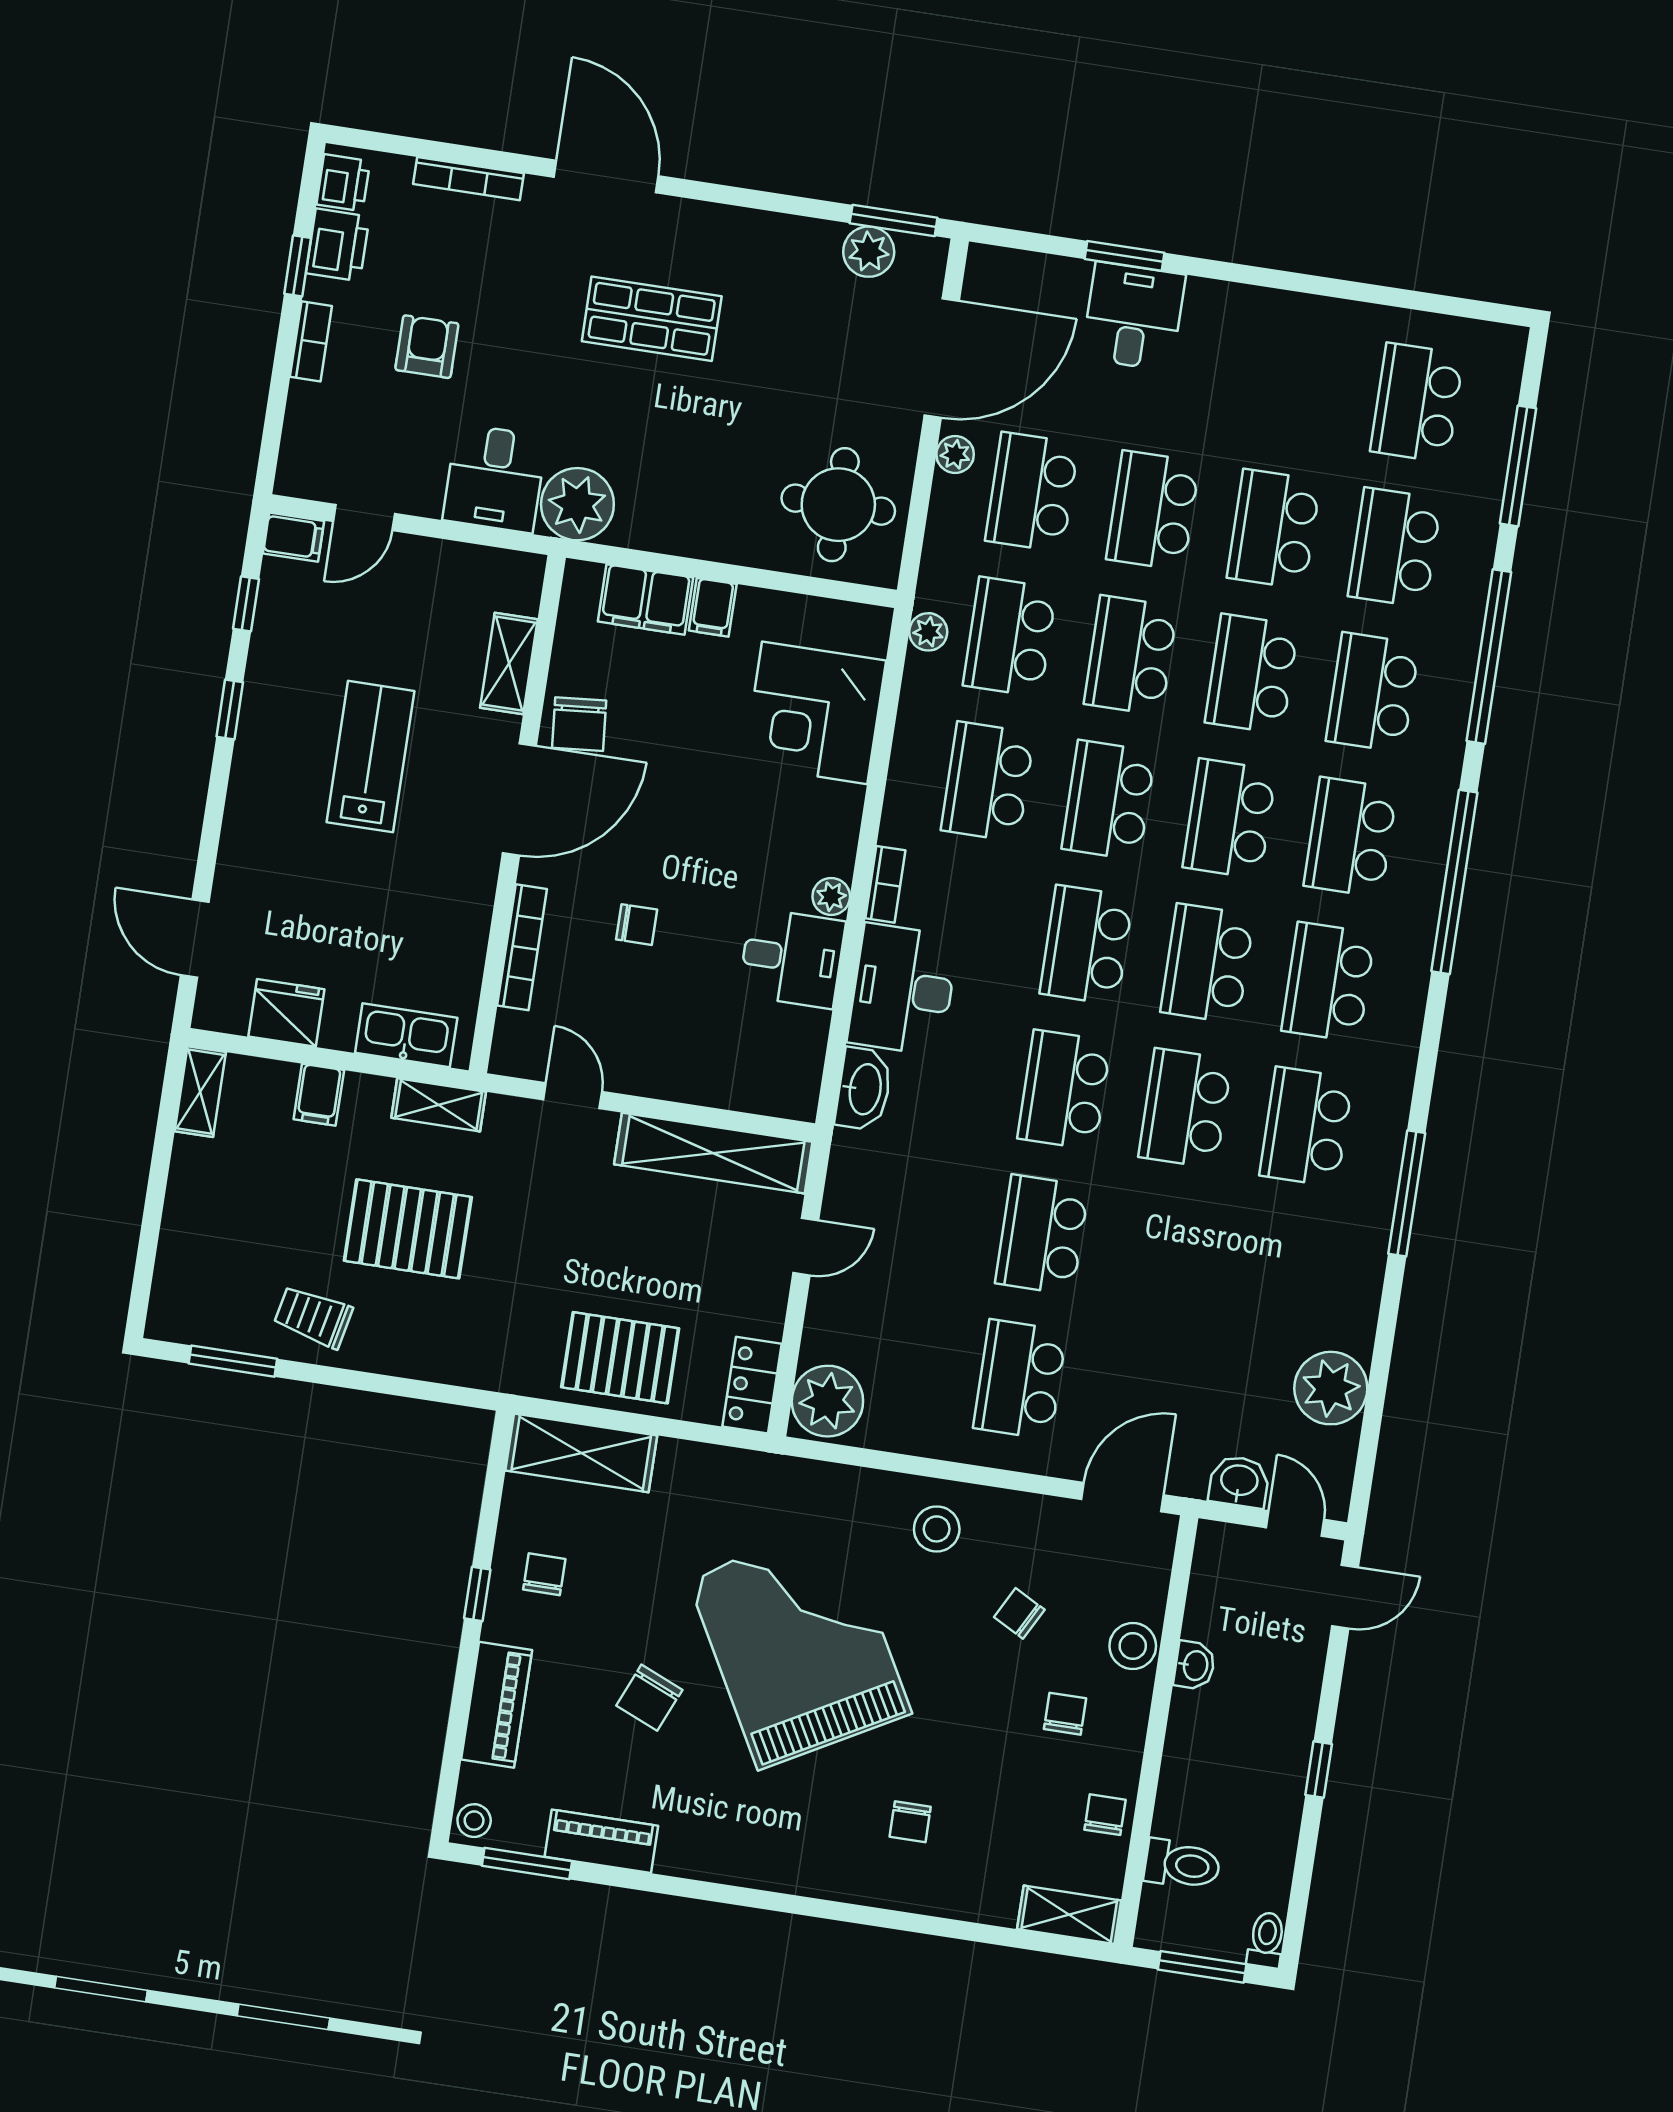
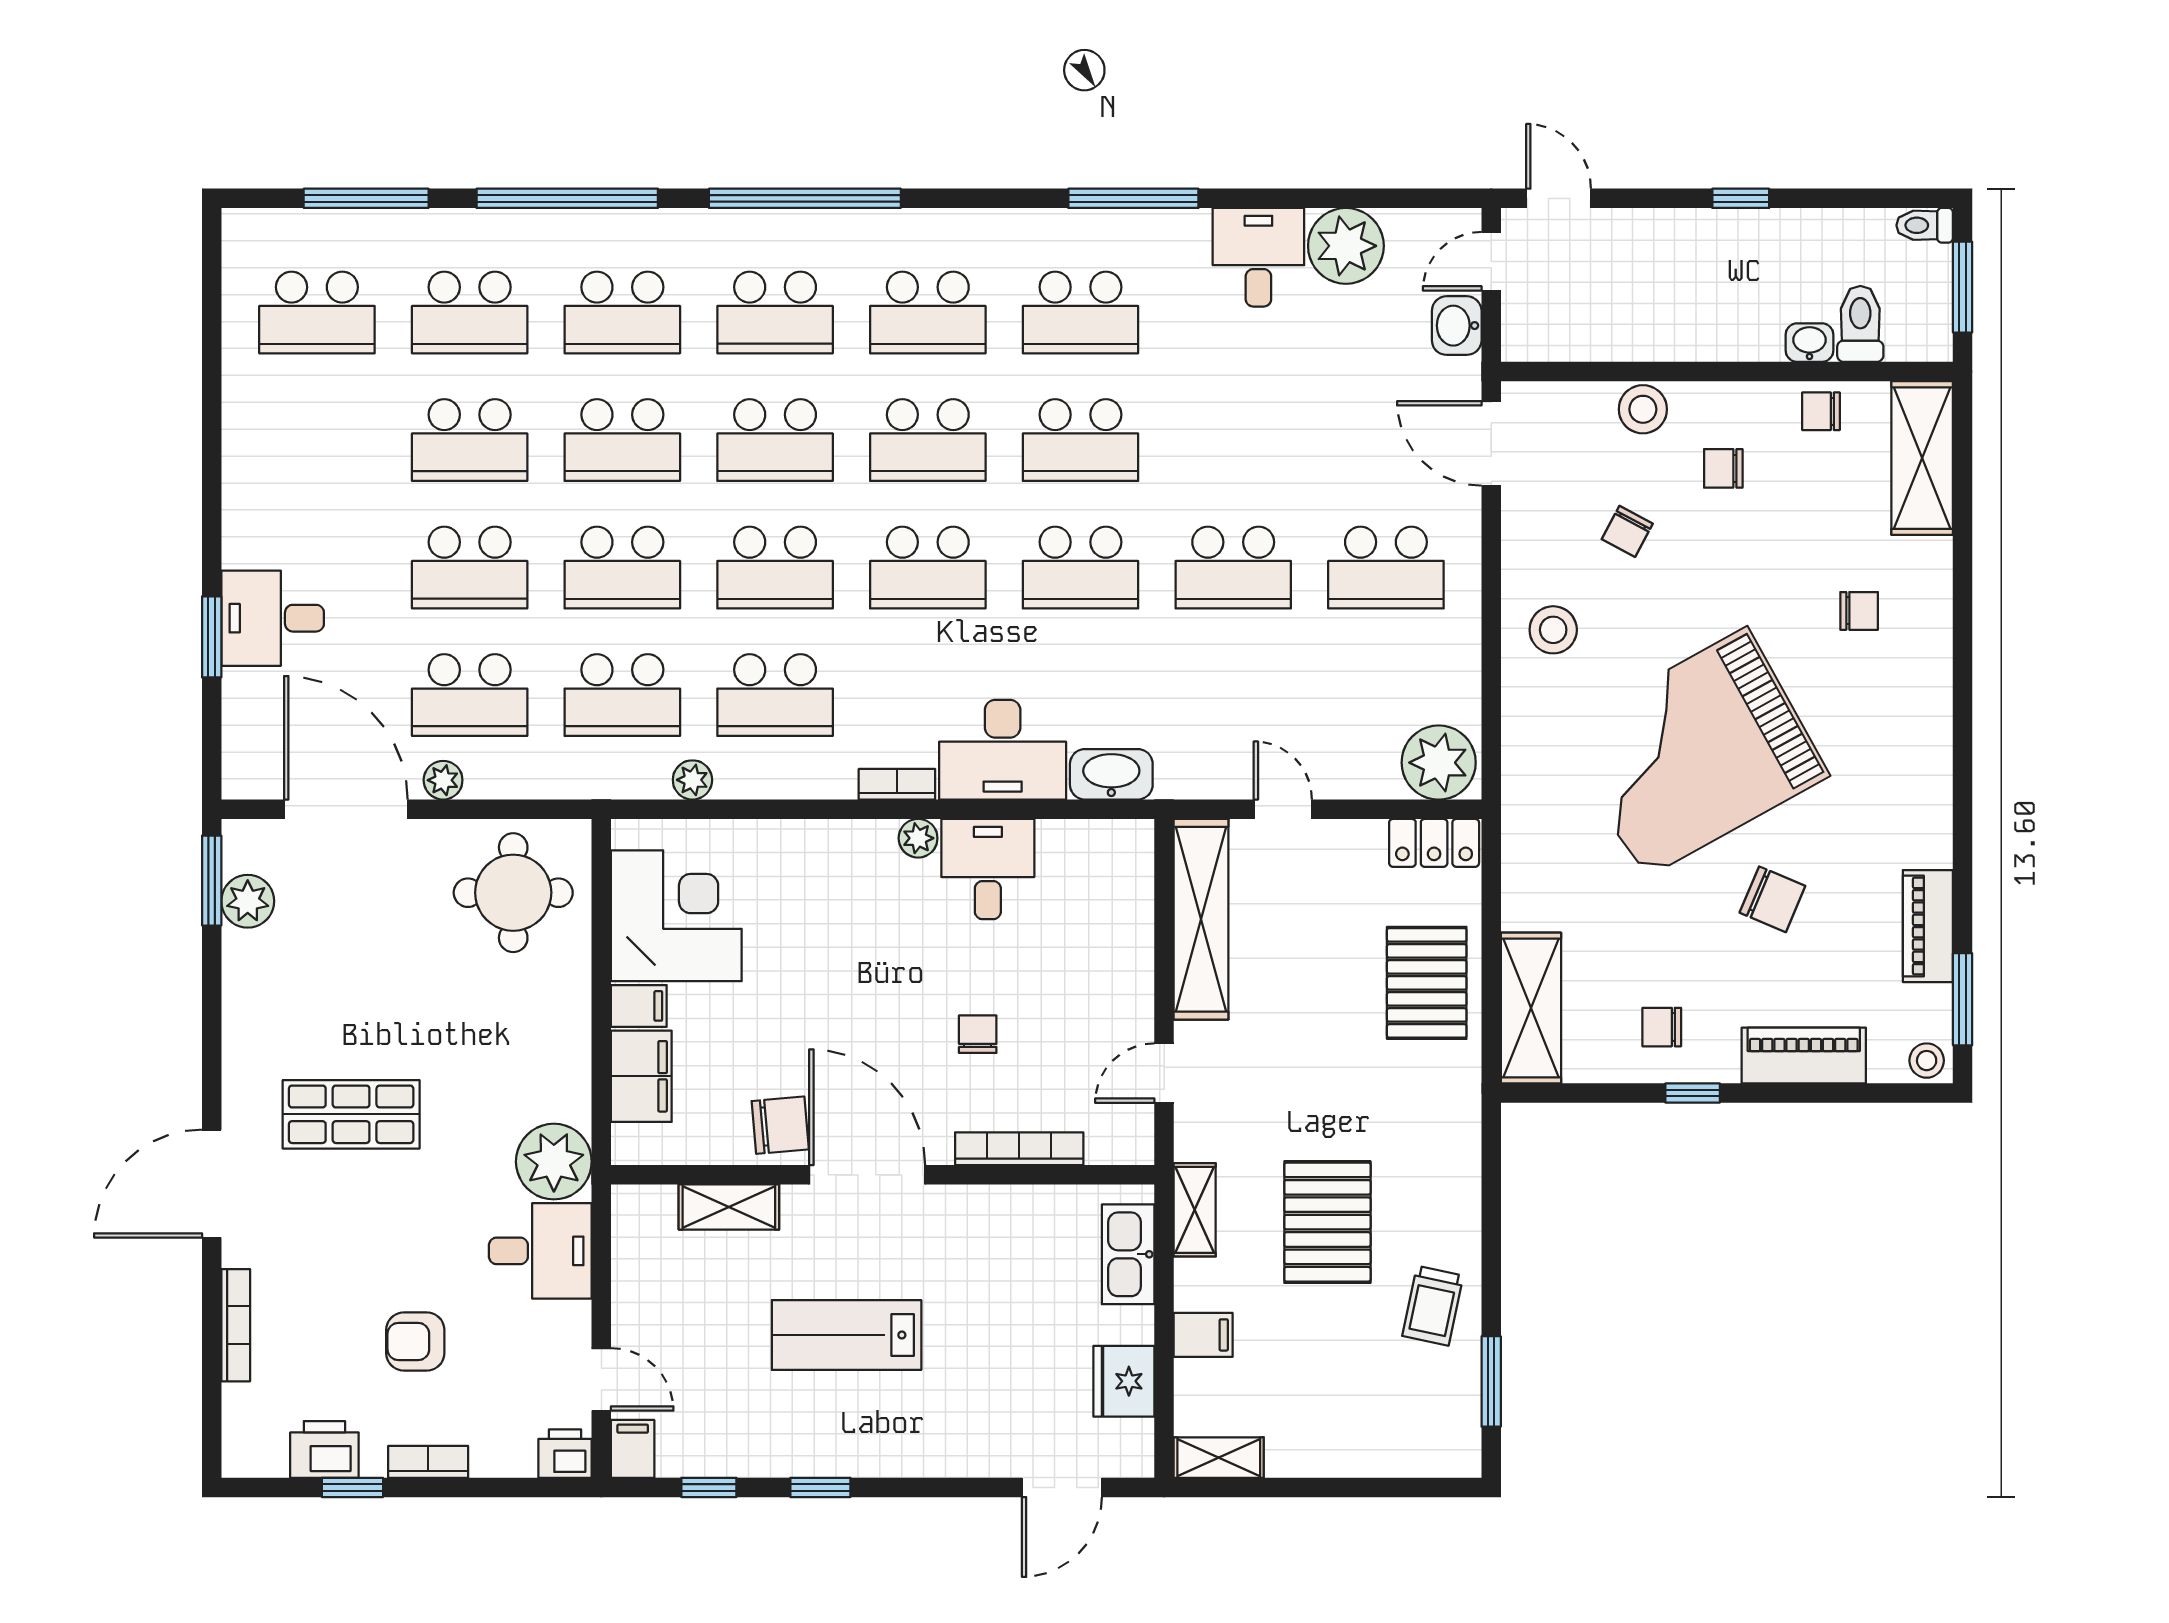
printer: (343, 183) -> (565, 1454), moved
shop shelf: (652, 319) -> (351, 1114), turned 90
plant: (928, 632) -> (692, 780), moved
corner desk: (815, 713) -> (676, 916), moved, turned -90
desk: (1333, 1303) -> (1258, 257), added
washbasin: (1195, 1665) -> (1809, 343), moved
shelving: (1069, 1915) -> (1922, 458), width x1.50, depth x1.33

